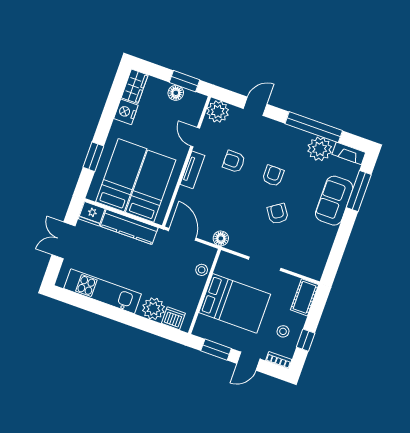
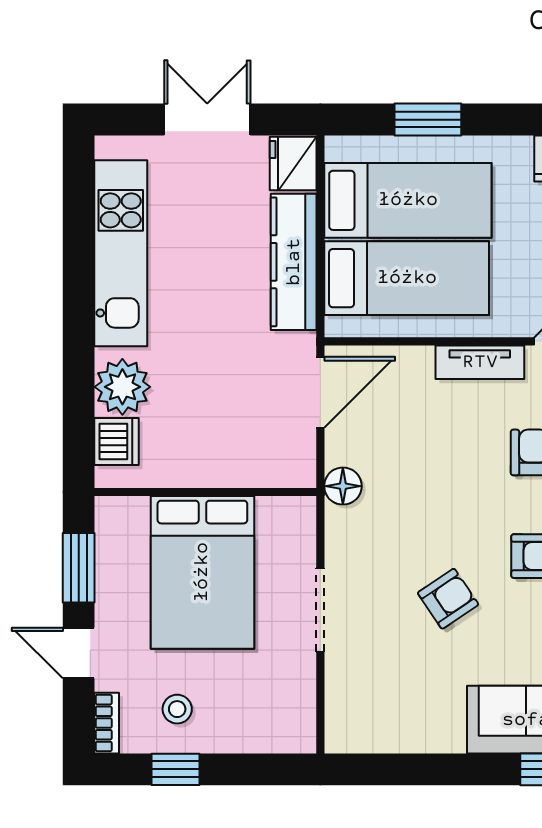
stool: (202, 270) -> (253, 467), removed
cot: (305, 297) -> (275, 731), removed

